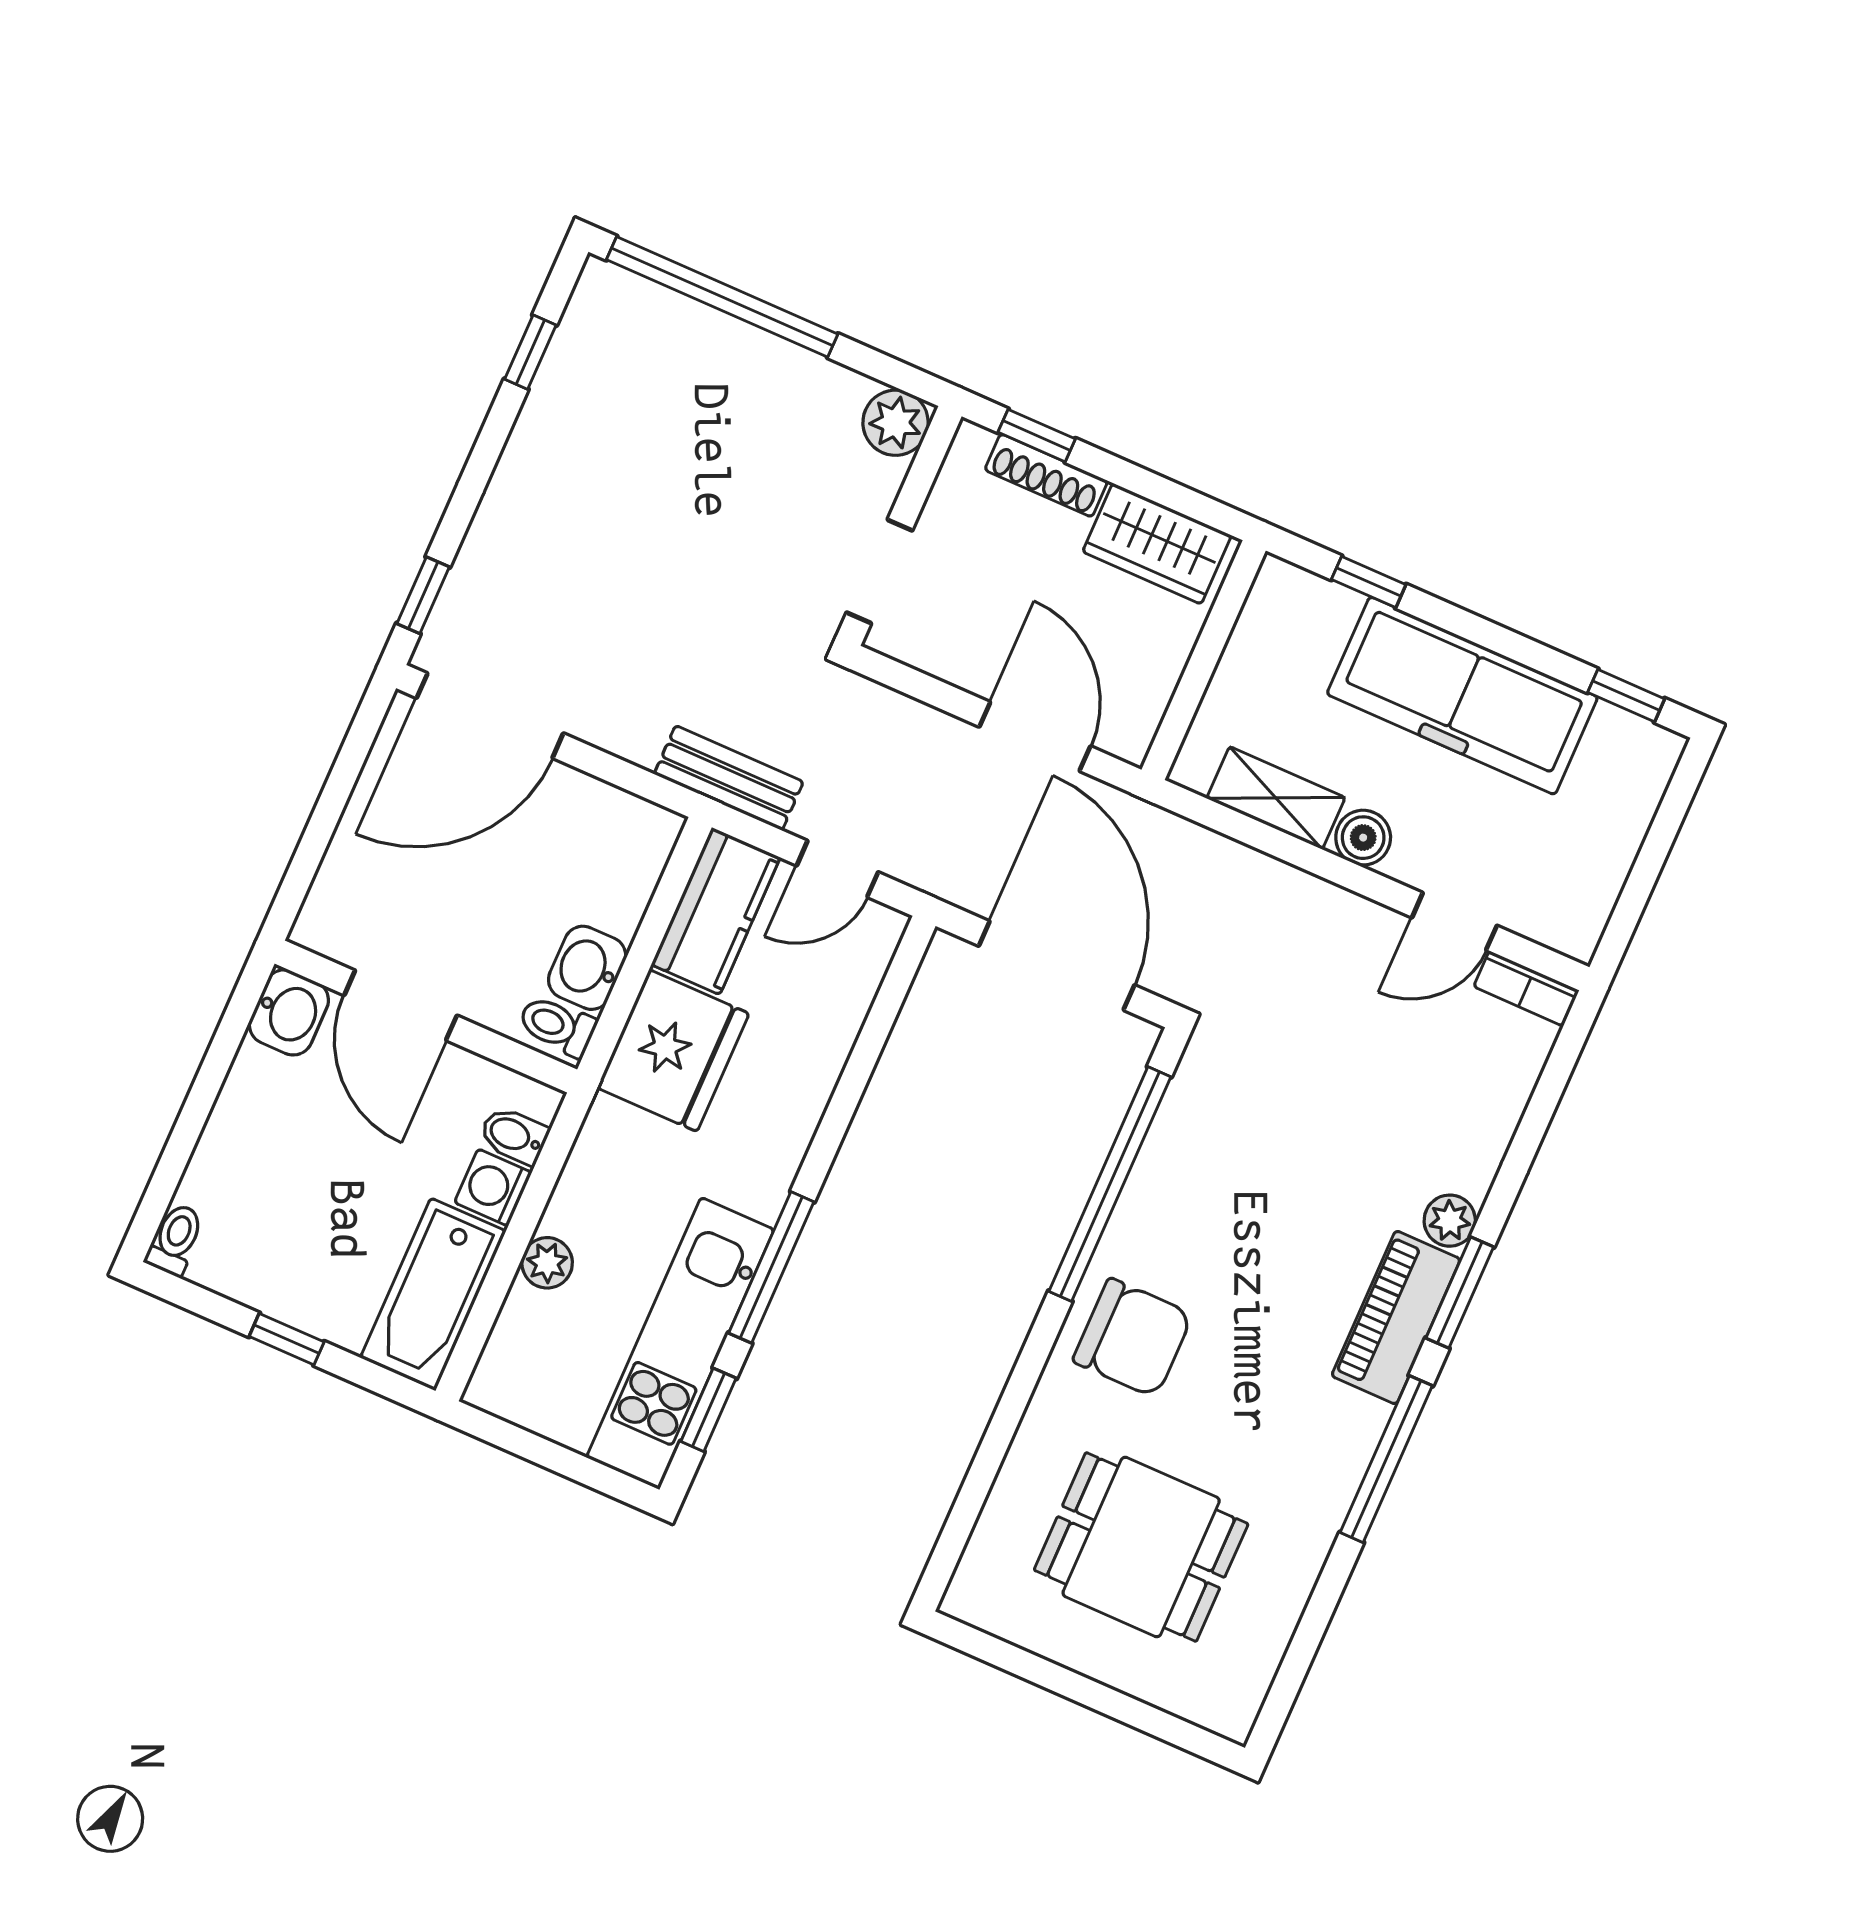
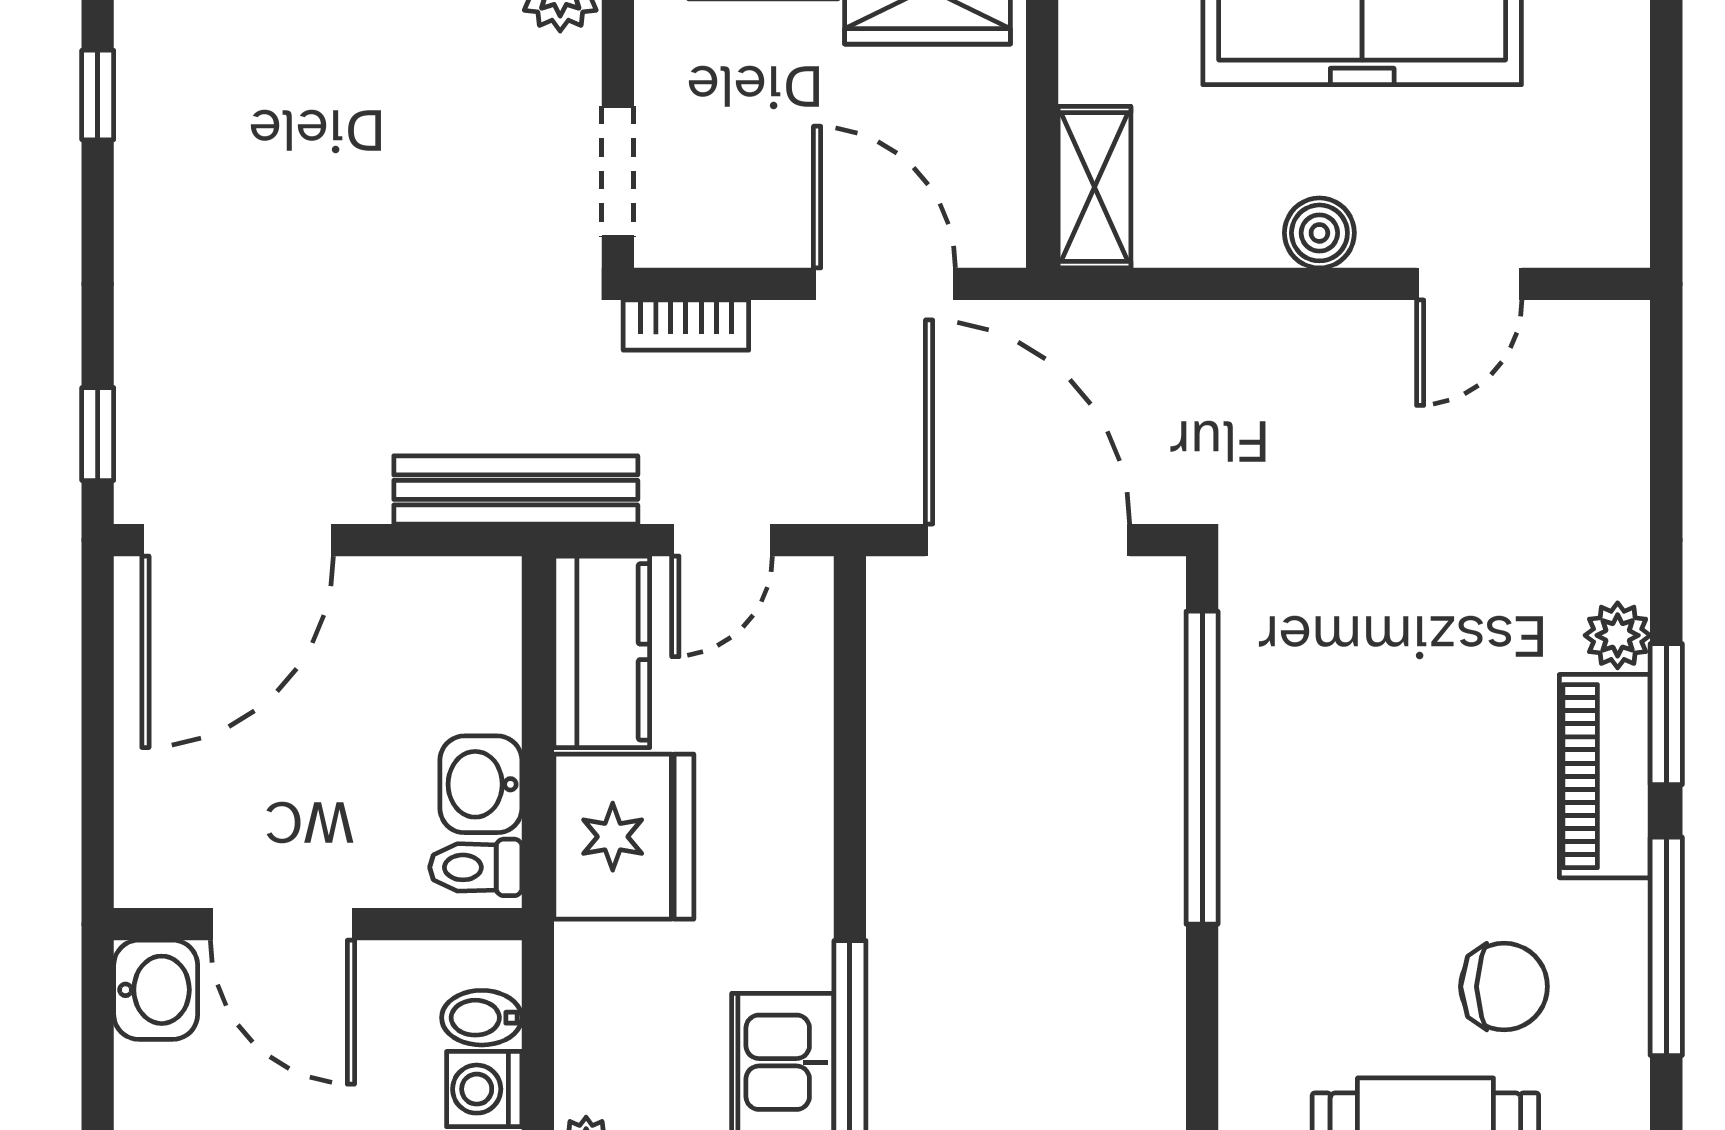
bench: (729, 778) -> (516, 490), width x1.36
shelving: (1276, 798) -> (1094, 187), moved, turned 90
bookcase: (1526, 988) -> (686, 325), moved
chair: (1133, 1338) -> (1504, 987), moved, width x0.73, depth x0.73

